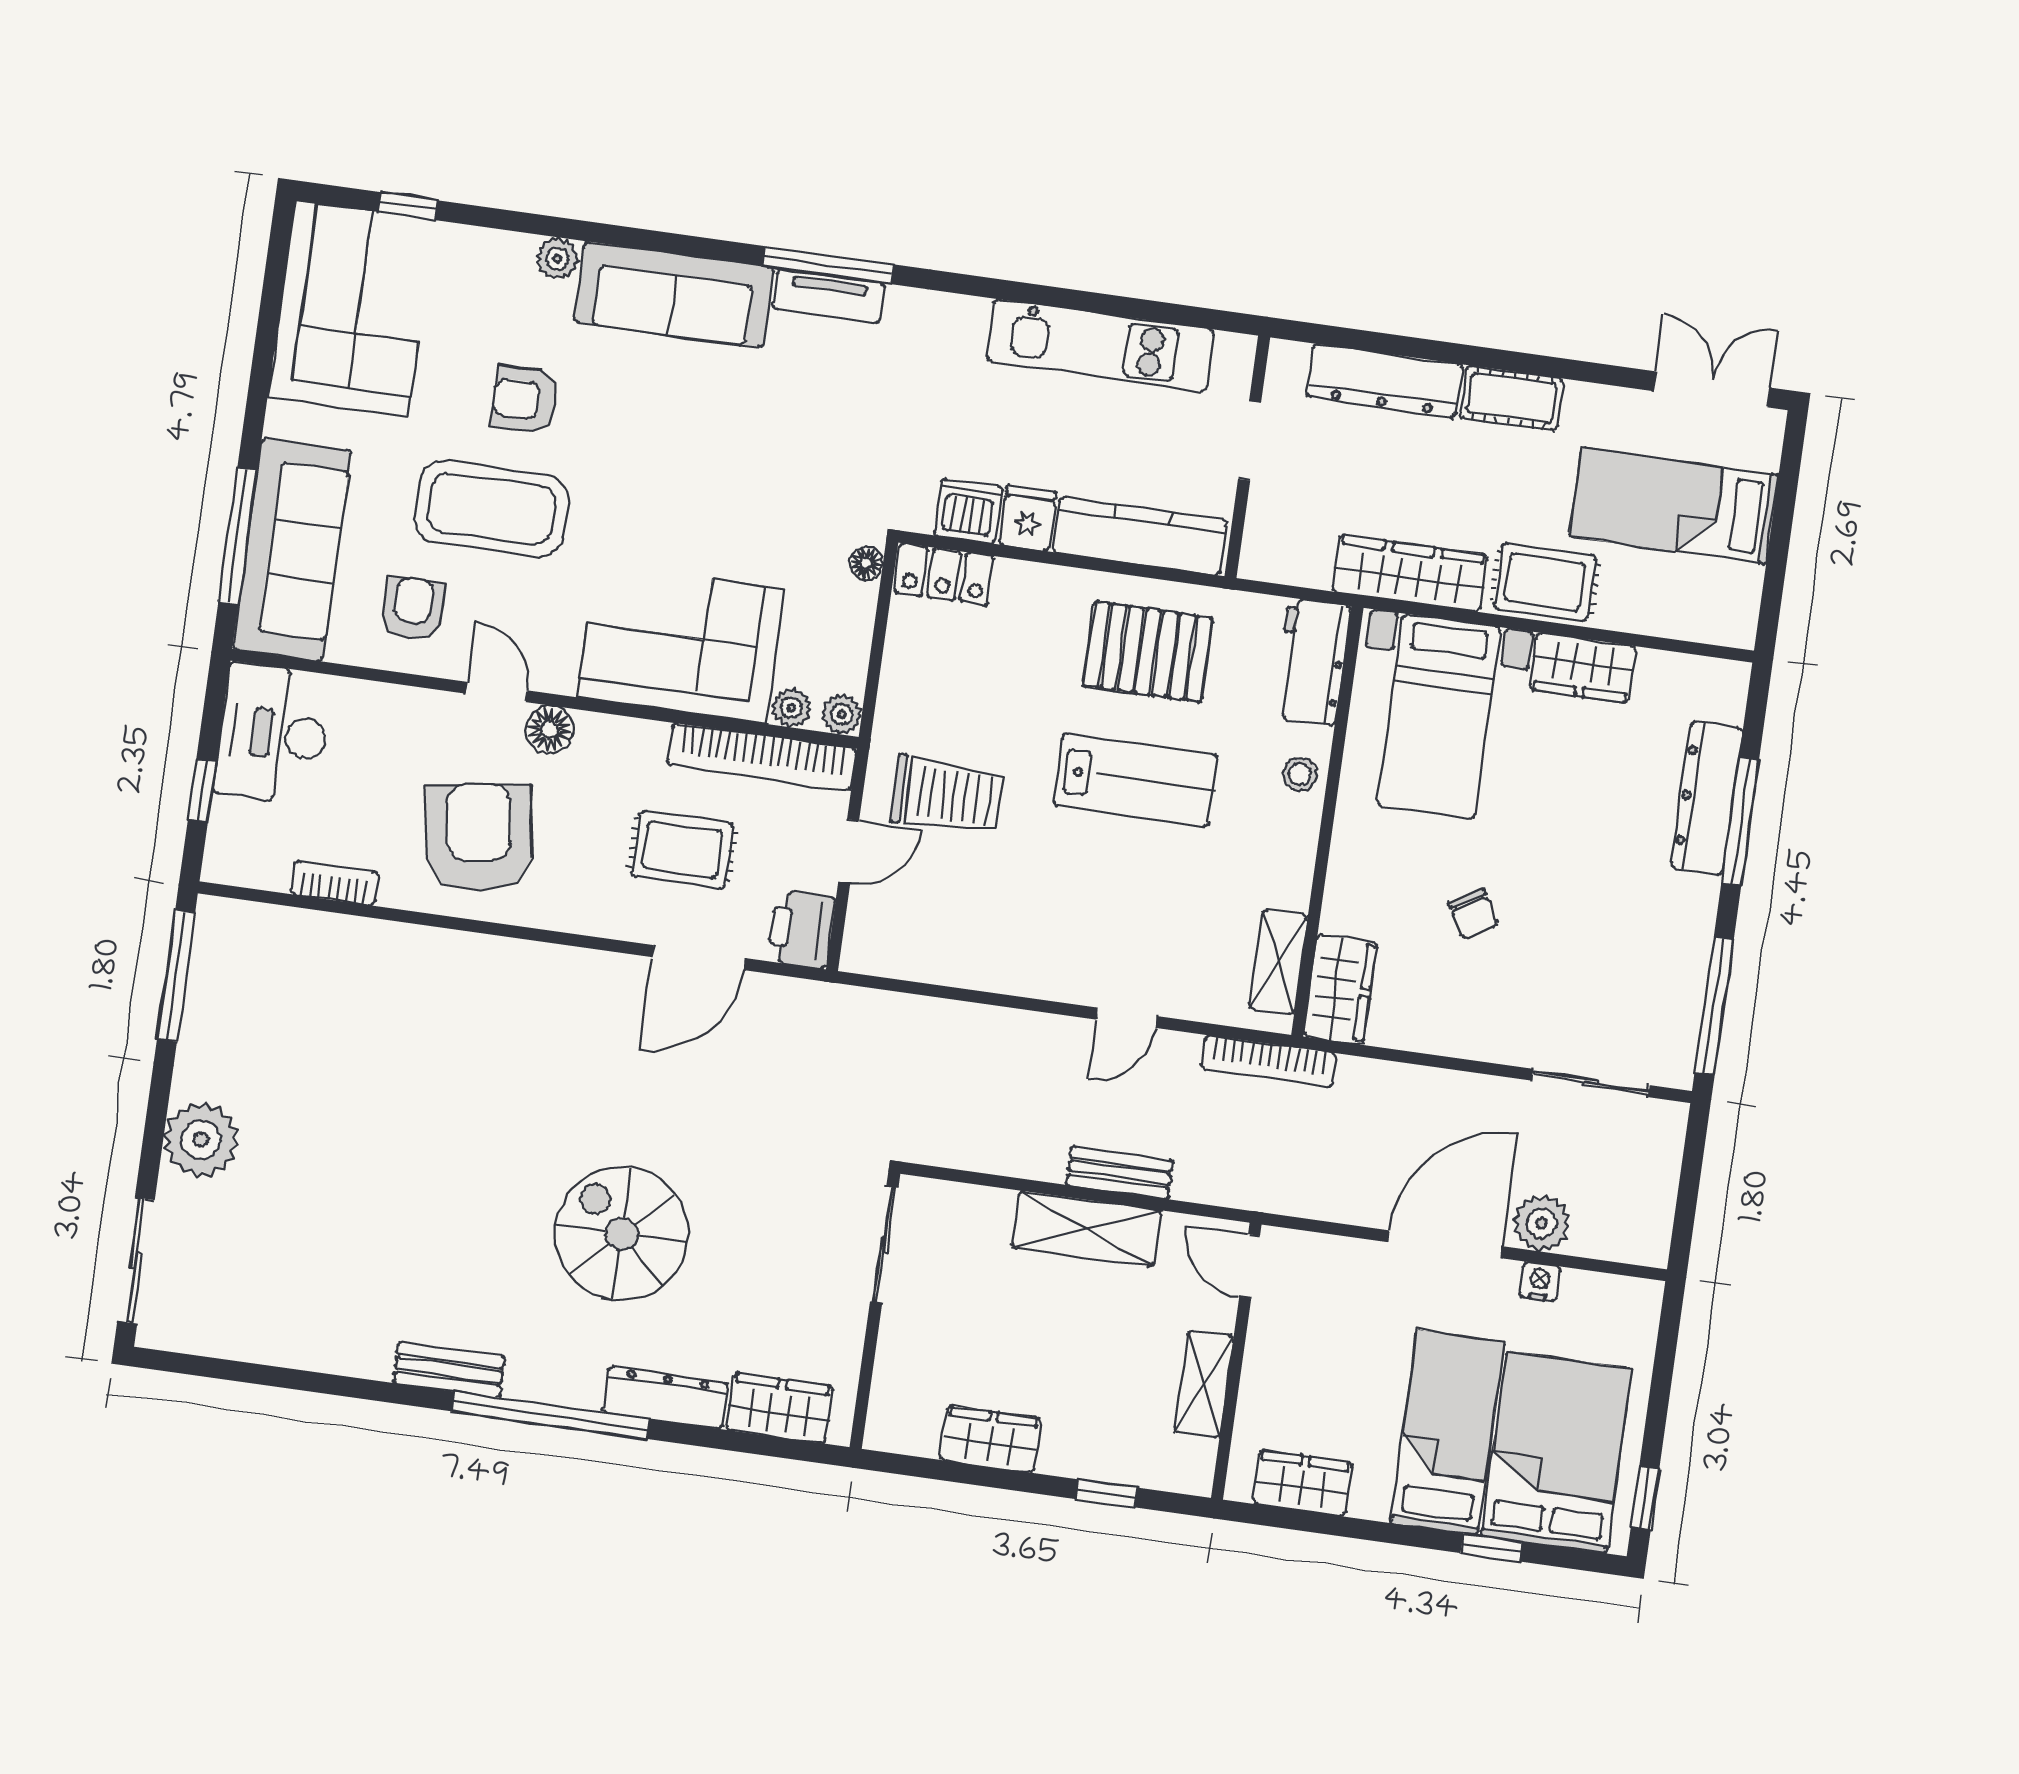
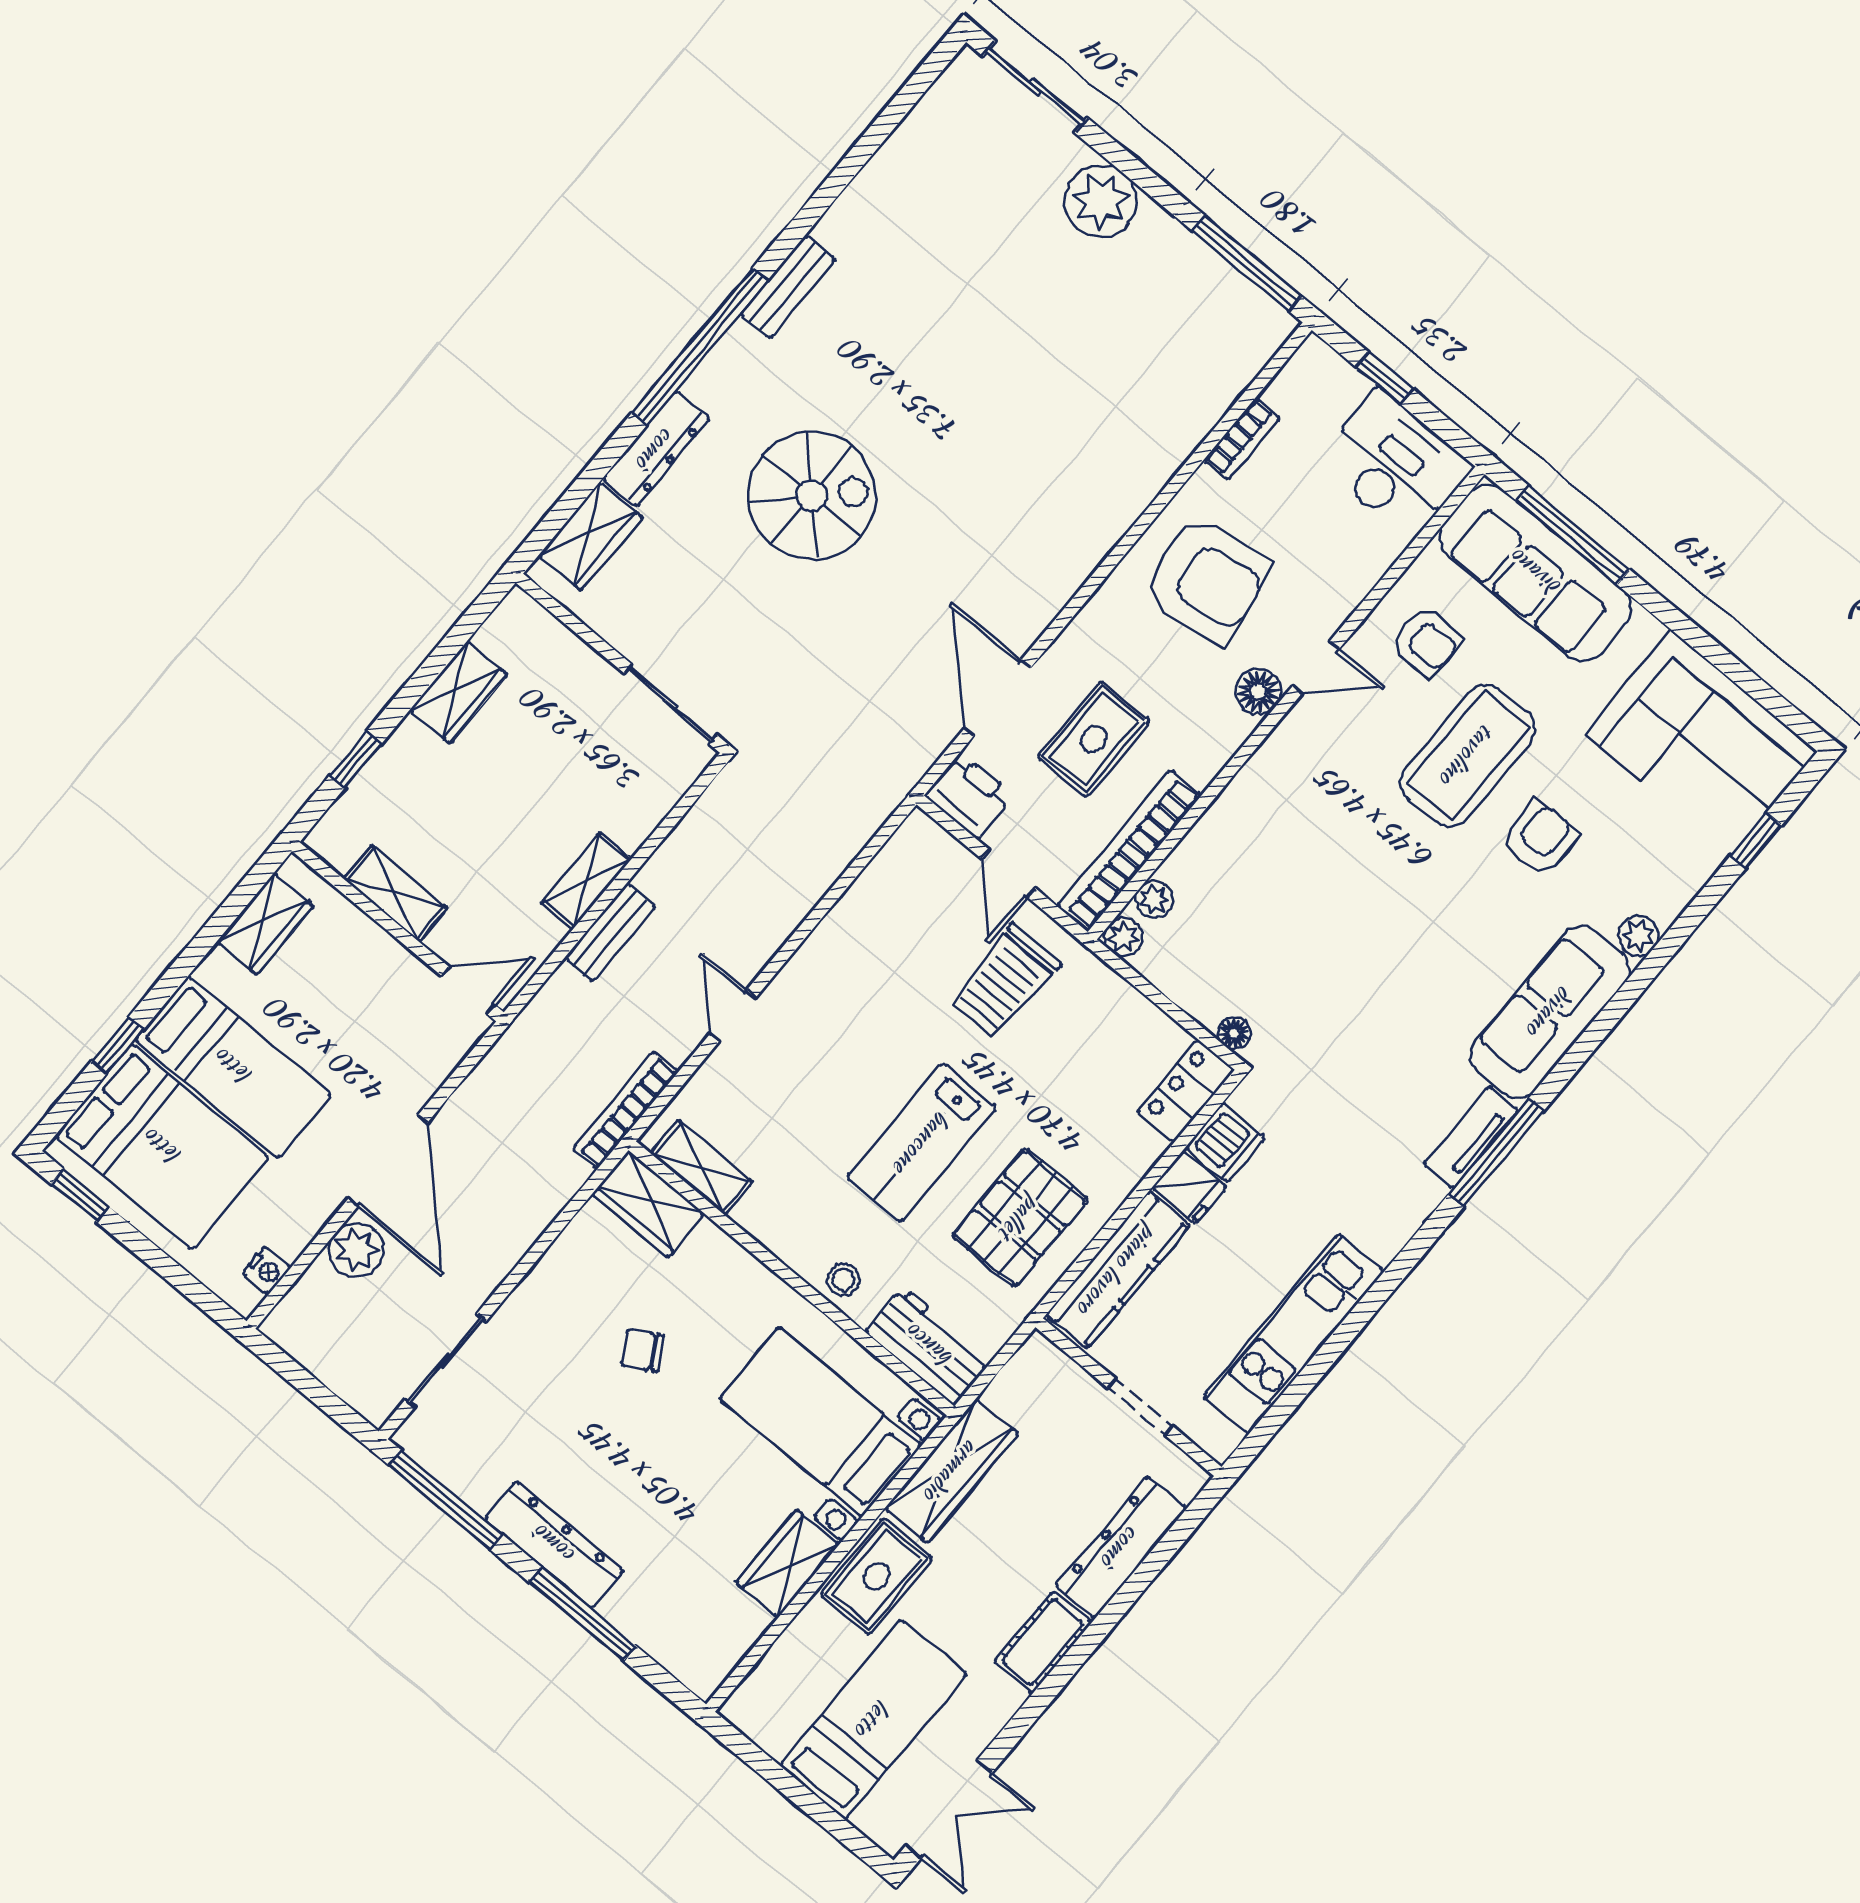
corner sofa: (681, 643) -> (1263, 842), removed
dresser: (1707, 798) -> (554, 1545), moved
shelving: (1087, 1229) -> (586, 881), width x0.67, depth x0.75
nightstand: (1540, 1282) -> (267, 1270), moved

